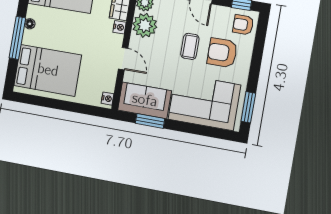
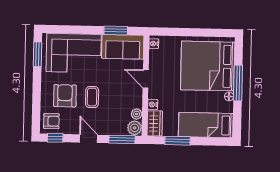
plant: (145, 25) -> (137, 114), width x0.53, depth x0.53
armchair: (222, 53) -> (65, 96), turned -90
bed: (48, 70) -> (208, 66), width x1.36

